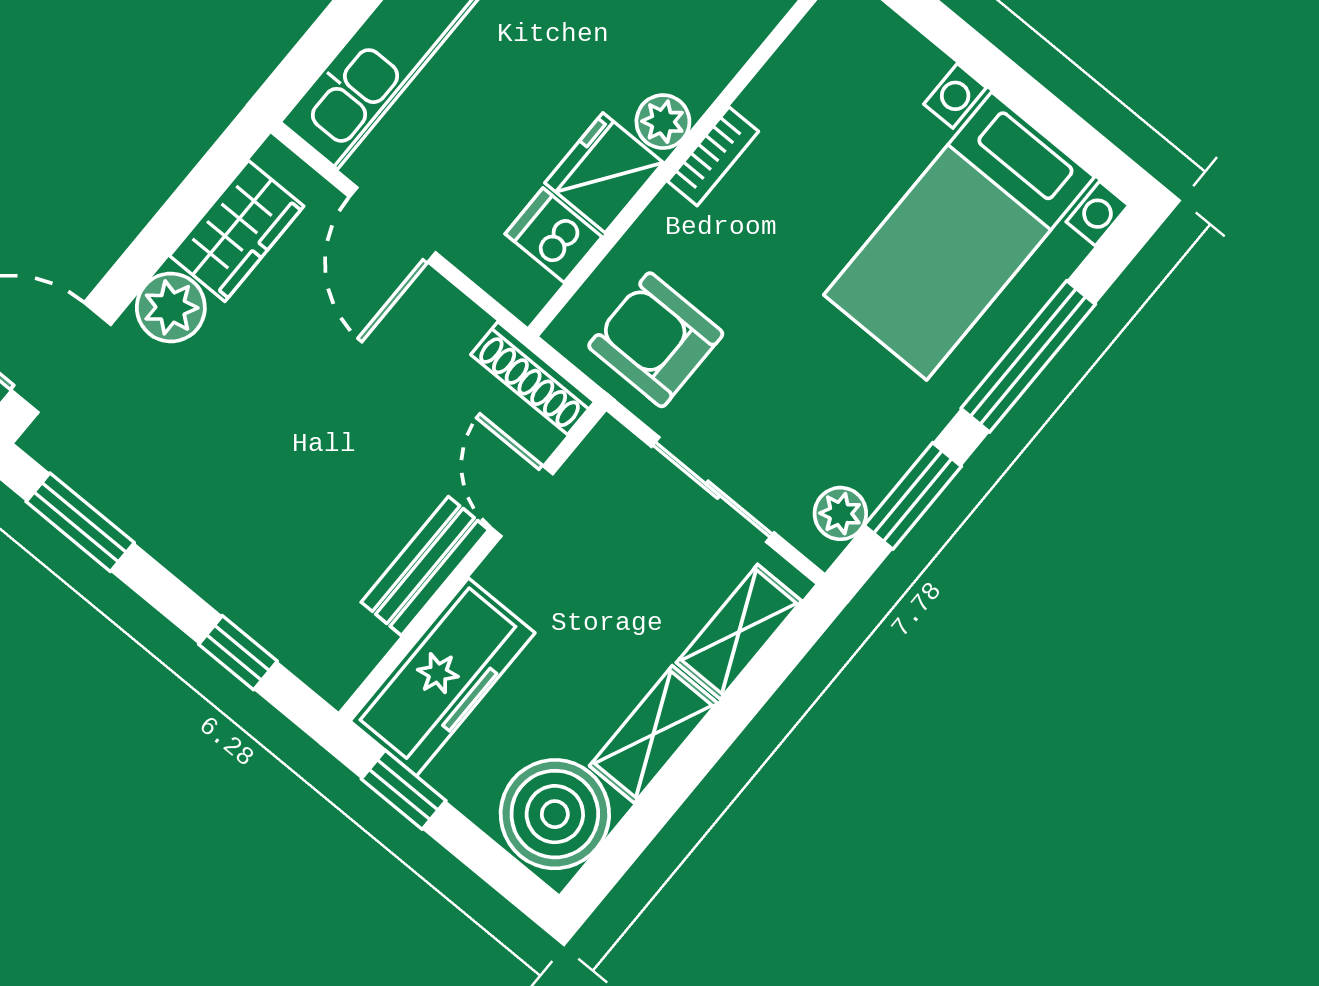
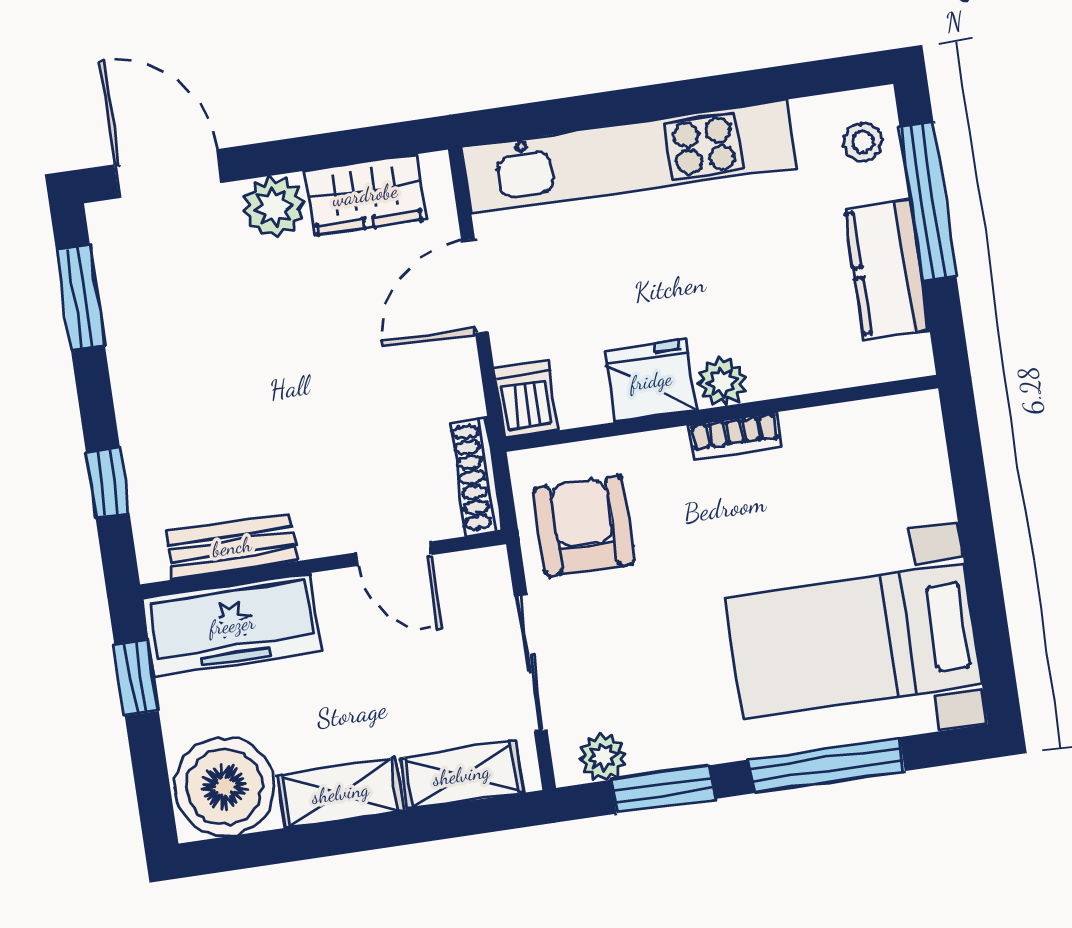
dishwasher: (554, 235) -> (526, 400), moved
door: (522, 501) -> (394, 554), swing flipped
bench: (425, 566) -> (232, 547), moved

